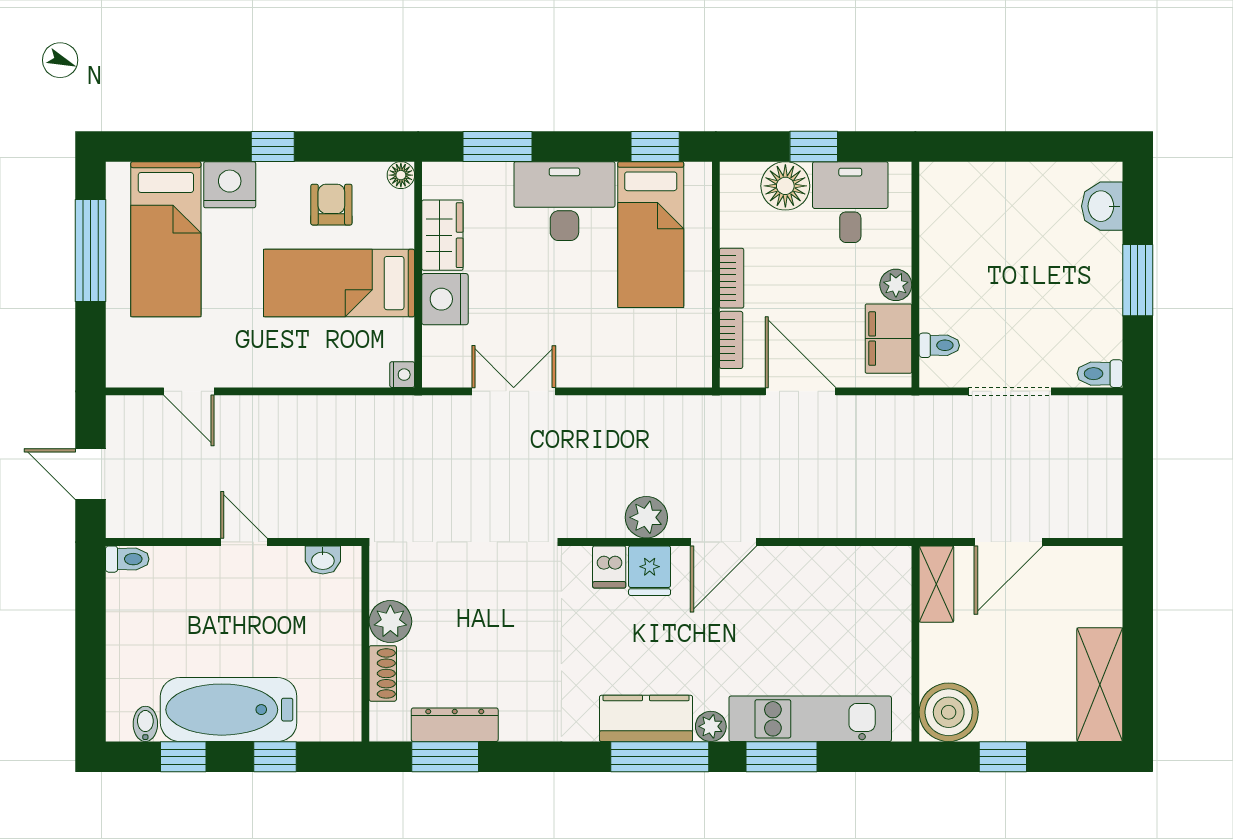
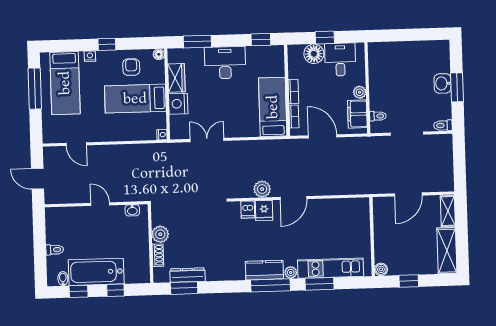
nightstand: (230, 185) -> (90, 56), width x0.53, depth x0.56
washbasin: (1102, 206) -> (443, 83), moved
bed: (651, 235) -> (273, 107), moved, turned 180
toilet: (127, 559) -> (55, 250), moved
shelving: (936, 584) -> (448, 211), moved
boiler: (949, 712) -> (381, 269), width x0.54, depth x0.54

